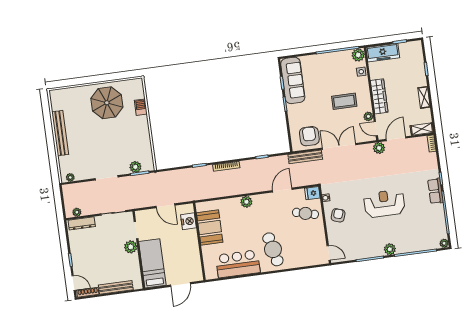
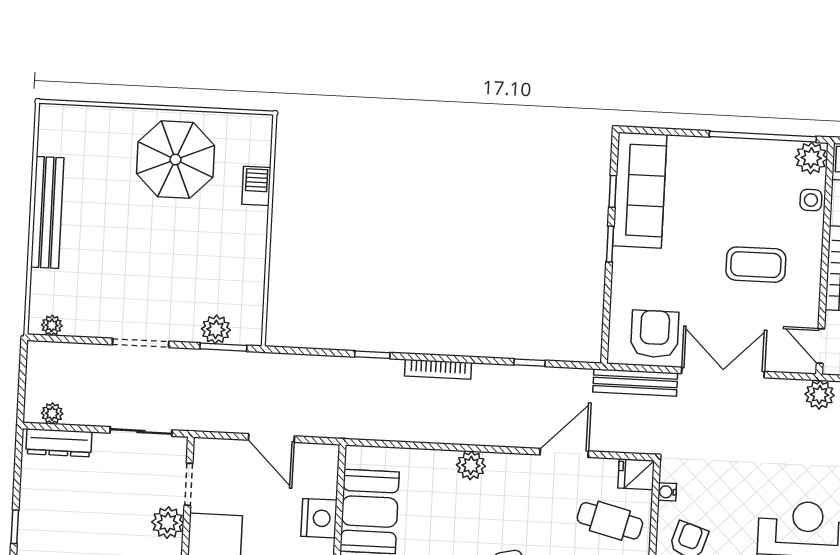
plant: (368, 116) -> (808, 313), removed
nightstand: (188, 221) -> (319, 518), moved

